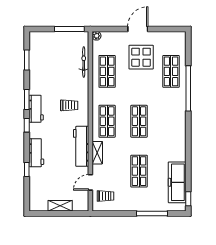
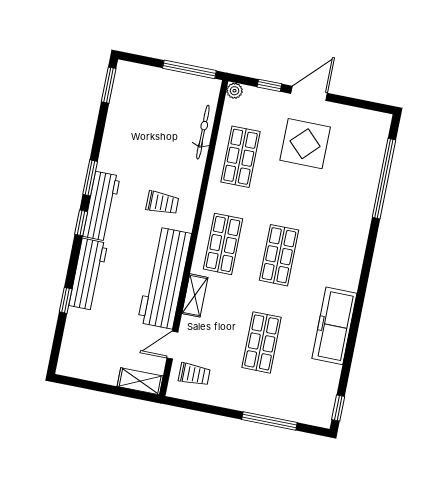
window: (115, 29) -> (269, 85), added
window: (27, 60) -> (109, 85), moved
shop shelf: (171, 71) -> (352, 179), removed
window: (188, 88) -> (384, 179), moved
workbench: (36, 109) -> (101, 206), width x1.38
workbench: (81, 146) -> (165, 278), width x1.36, depth x1.32
workbench: (36, 153) -> (88, 274), width x1.38
freezer: (177, 182) -> (334, 326), moved
shelving: (60, 206) -> (140, 381), moved

